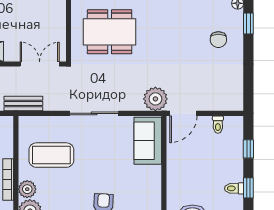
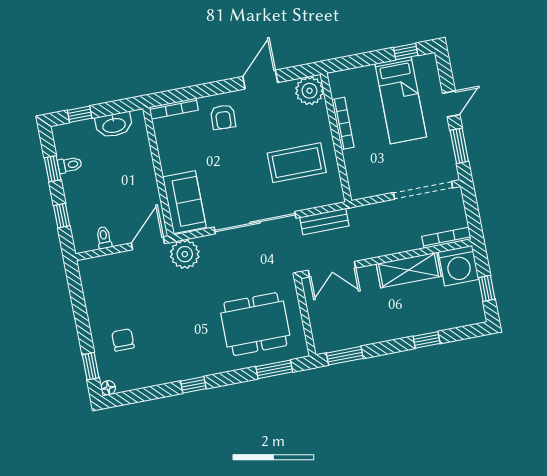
bench: (23, 104) -> (324, 222), moved
sliding door: (94, 113) -> (255, 223), width x1.36
plant: (27, 189) -> (318, 116), removed

